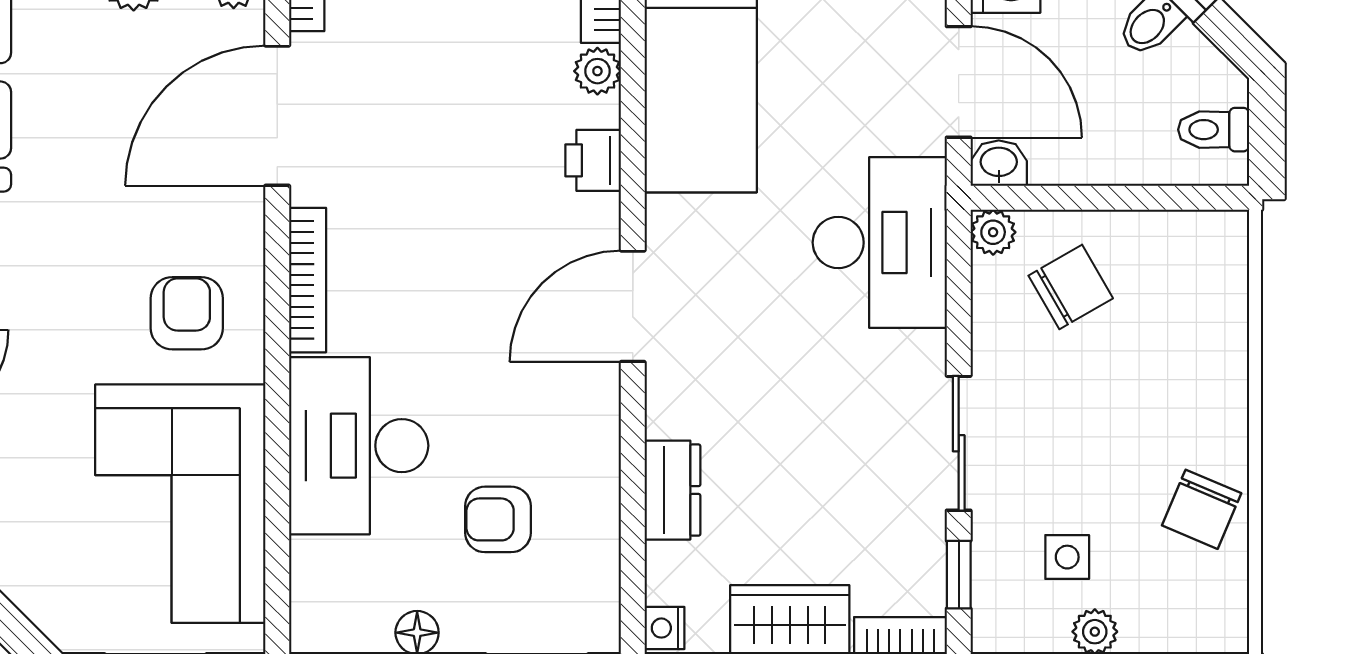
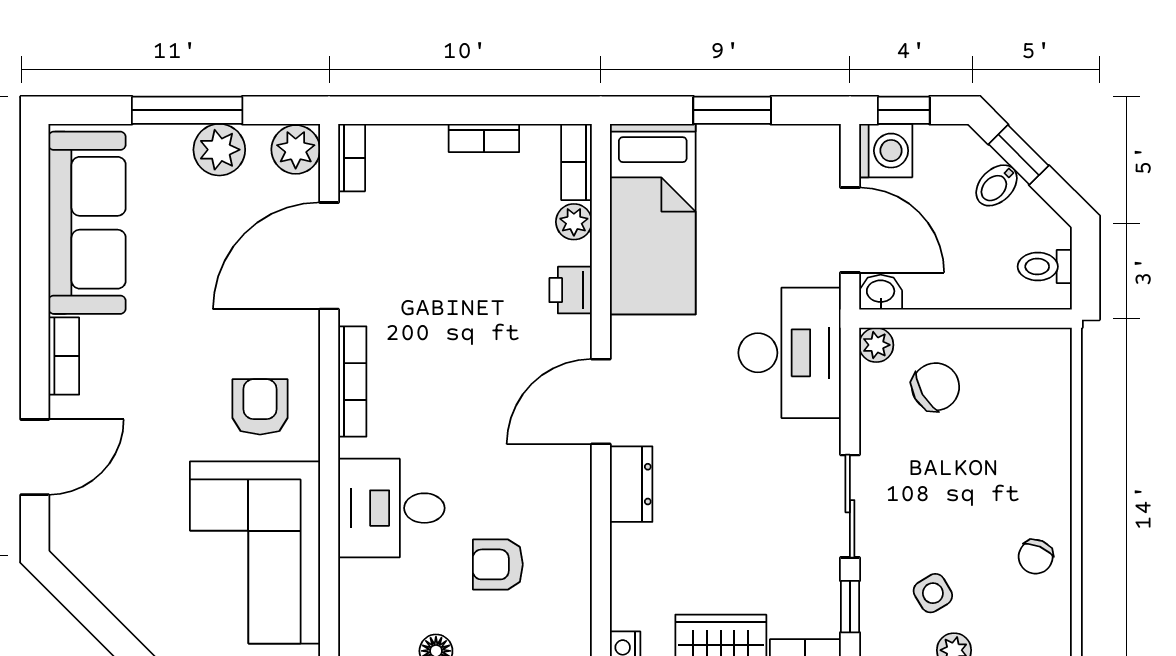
desk: (359, 446) -> (391, 508), width x0.73
dresser: (672, 490) -> (631, 484), moved
chair: (1202, 509) -> (1036, 557), width x0.73, depth x0.73
side table: (1067, 557) -> (933, 593), turned -31

